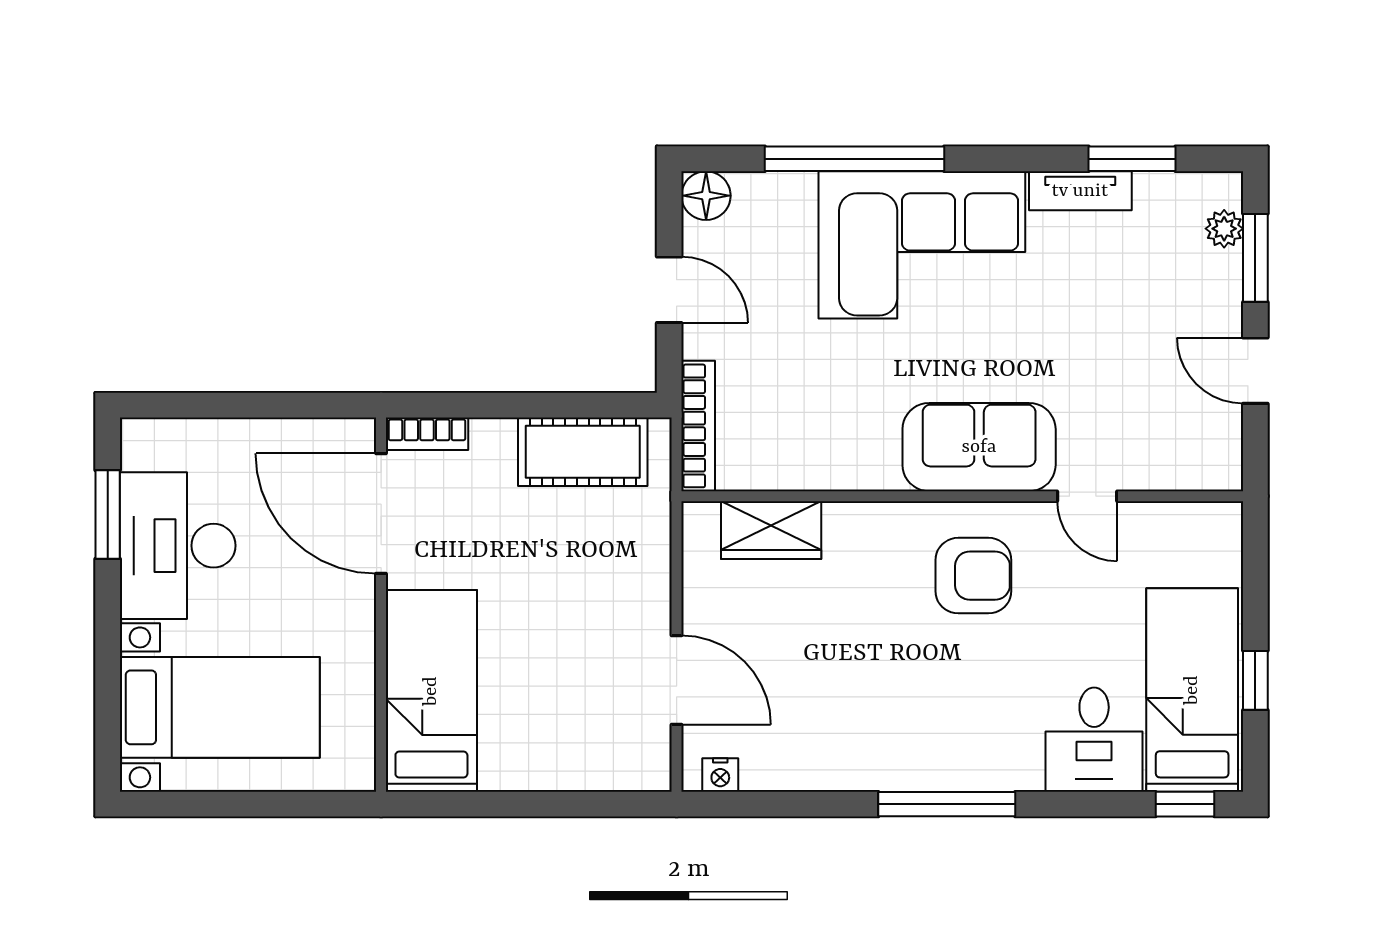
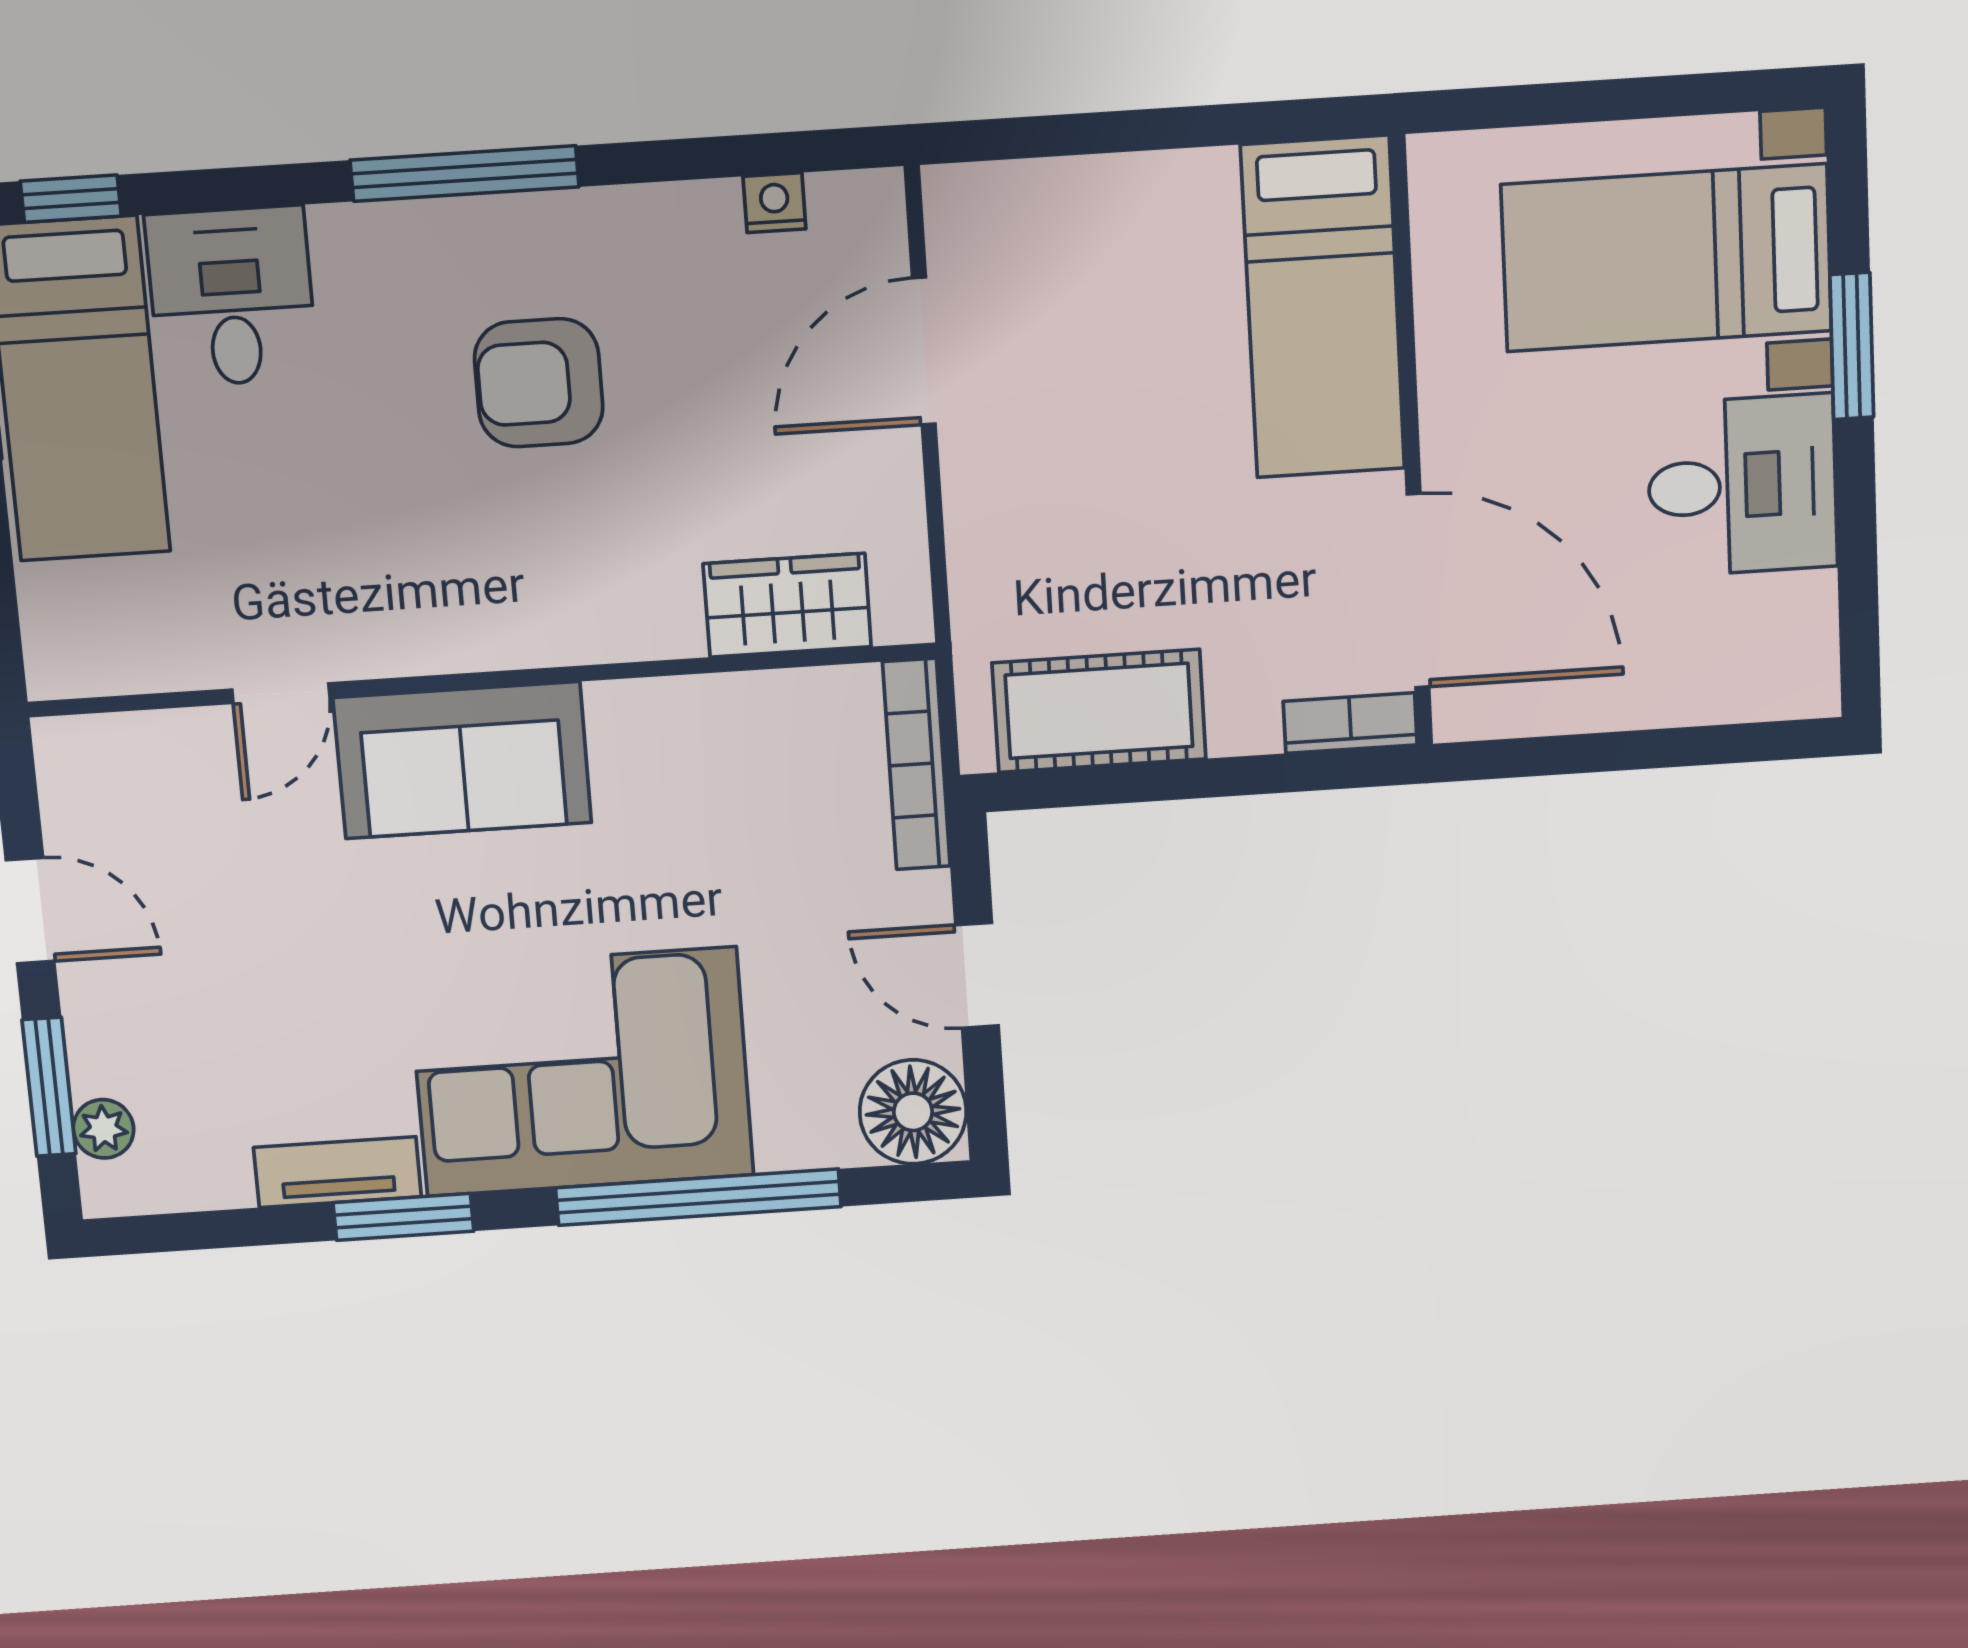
window: (1132, 159) -> (403, 1217), moved
floor lamp: (706, 196) -> (913, 1112), width x1.38, depth x1.38
door: (1087, 496) -> (281, 693), swing flipped
window: (108, 515) -> (1852, 346), moved
desk: (178, 546) -> (1742, 485), width x0.73
armchair: (973, 576) -> (539, 383), moved
door: (677, 680) -> (924, 351), hinge flipped
nightstand: (720, 775) -> (774, 203), moved

